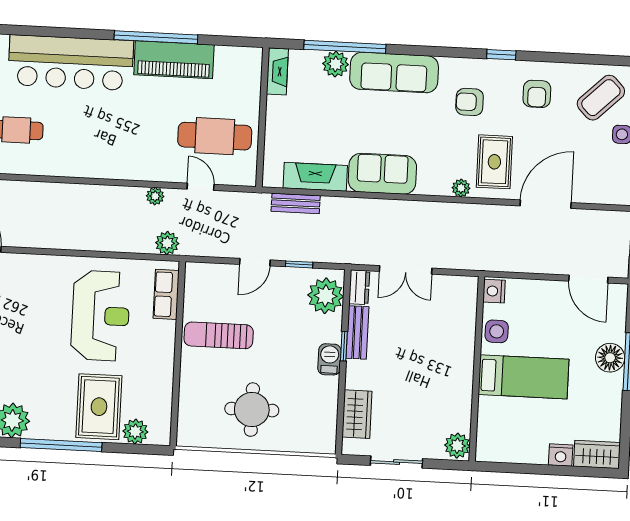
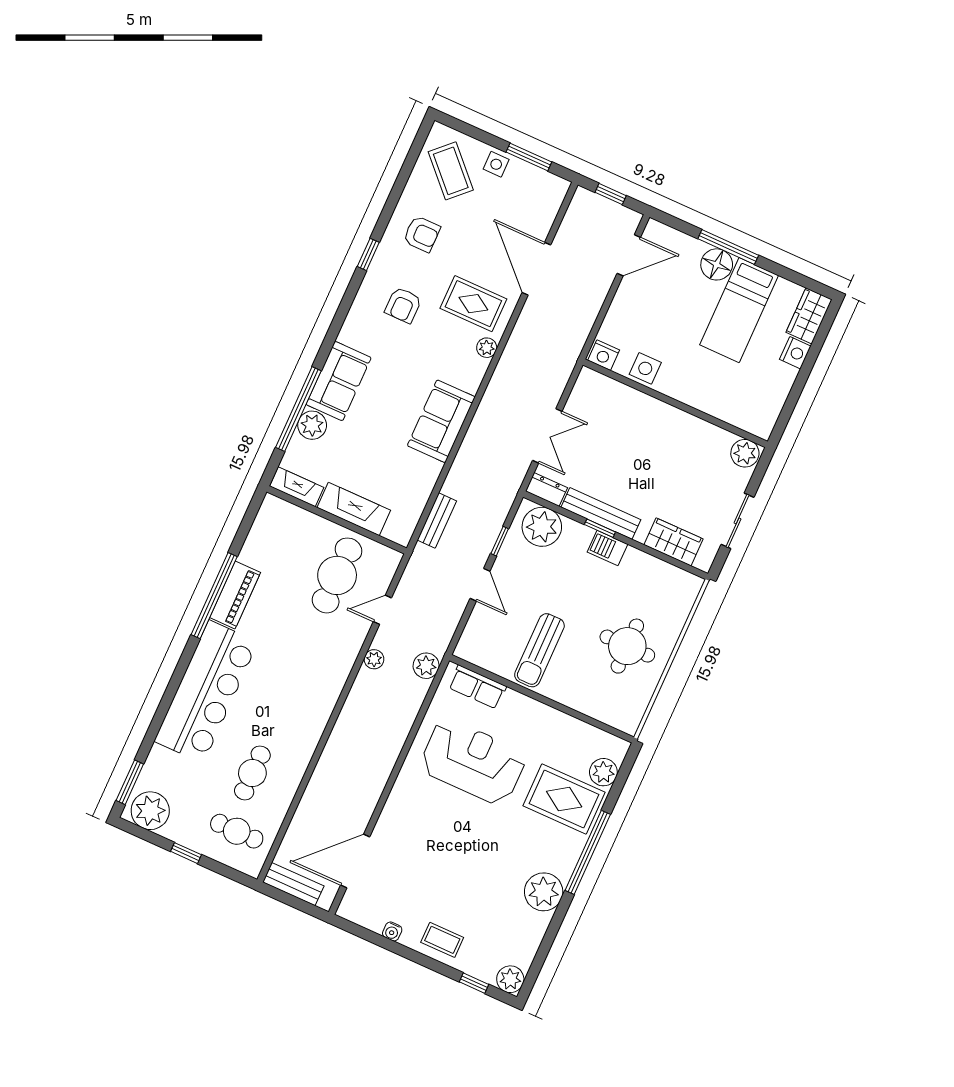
piano: (174, 60) -> (235, 595), width x0.73, depth x0.75
sofa: (394, 73) -> (339, 381), width x0.73
fireplace: (315, 177) -> (354, 509), moved, turned 90
bench: (357, 332) -> (601, 513), width x1.36
bed: (524, 377) -> (739, 310), moved, turned 180

